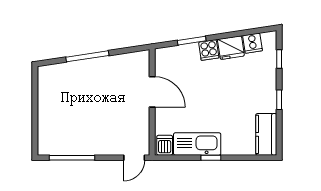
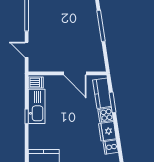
kitchen counter: (179, 55) -> (102, 93), added
door: (152, 92) -> (75, 73), hinge flipped
door: (134, 158) -> (27, 50), moved

